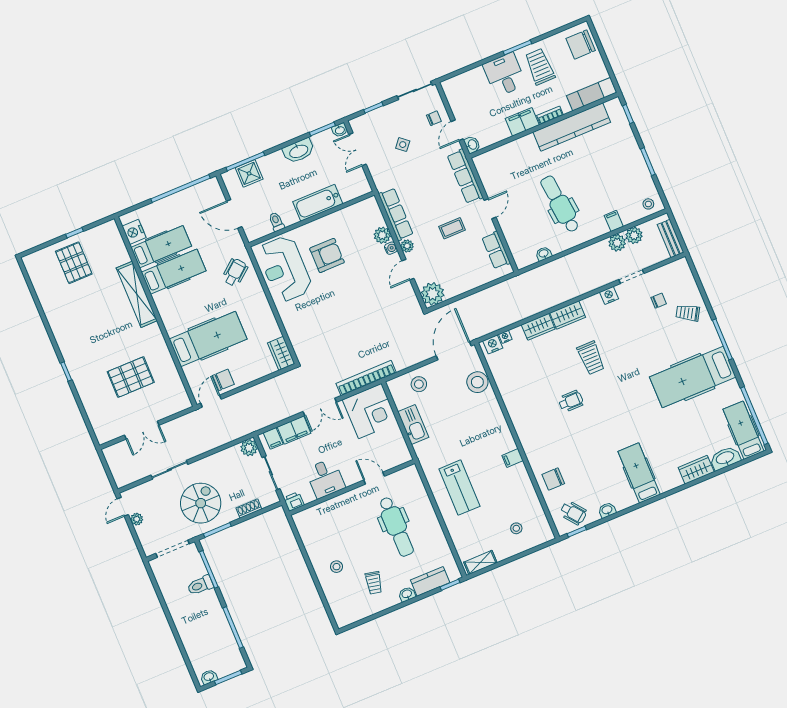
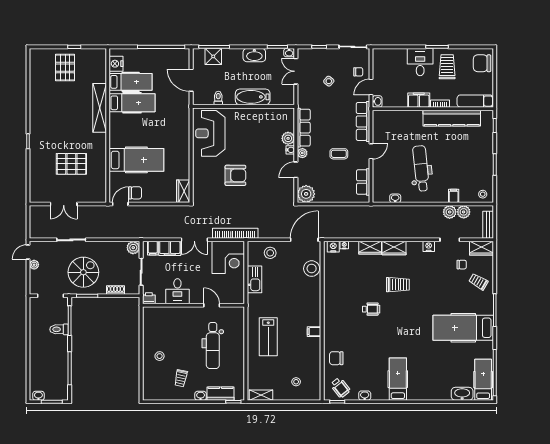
armchair: (327, 255) -> (235, 175), moved
wheelchair: (235, 272) -> (175, 121), removed
trolley: (591, 358) -> (398, 285), turned -90
wardrobe: (696, 470) -> (481, 248), moved, turned 180

